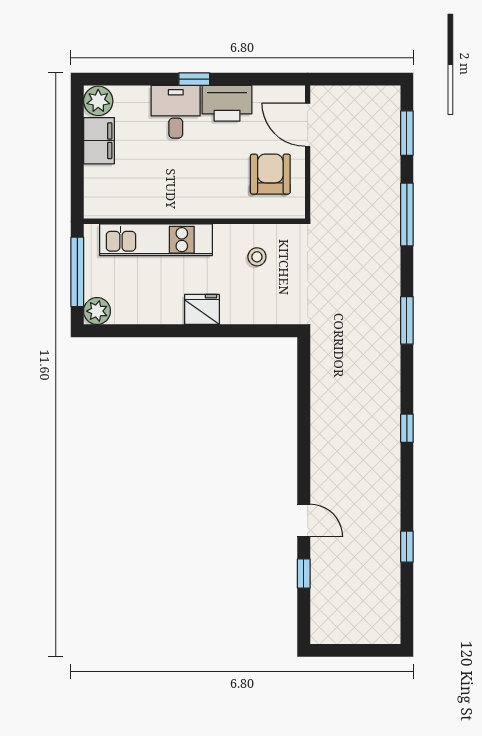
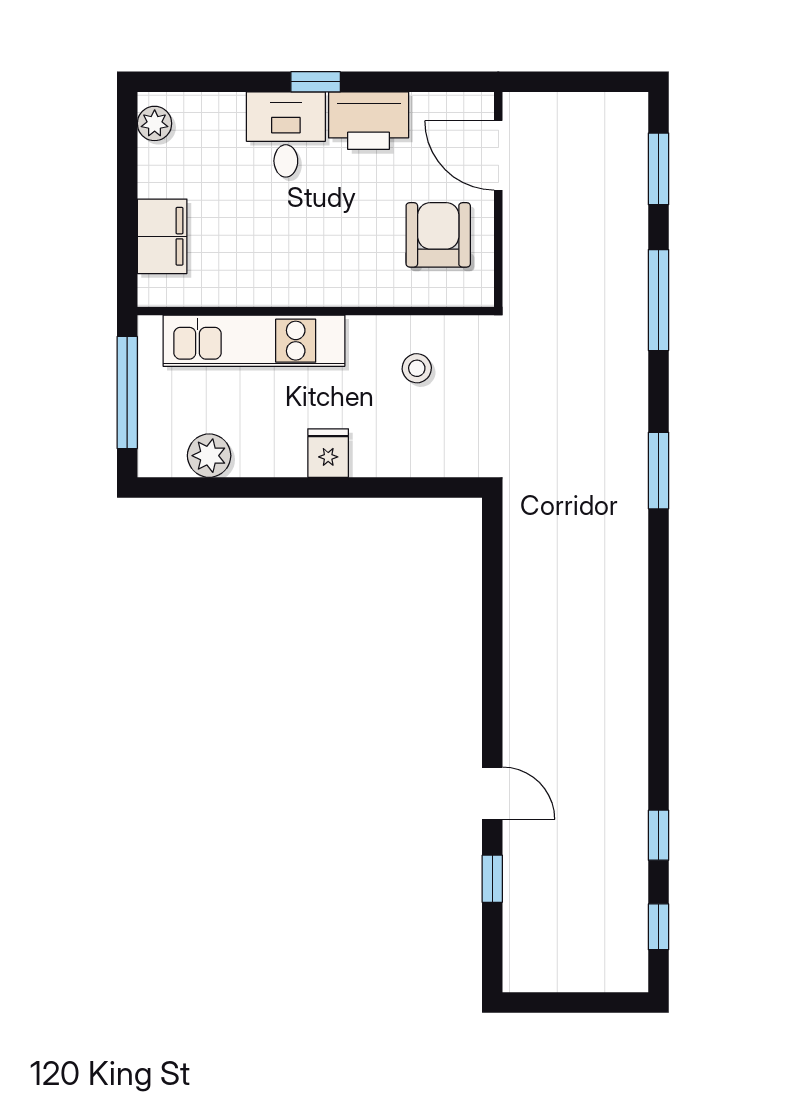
plant: (98, 101) -> (155, 123), width x0.73, depth x0.73
filing cabinet: (99, 141) -> (162, 236), moved
fridge: (202, 309) -> (328, 453), width x0.72
plant: (97, 311) -> (209, 456), moved
window: (407, 428) -> (659, 927), moved

